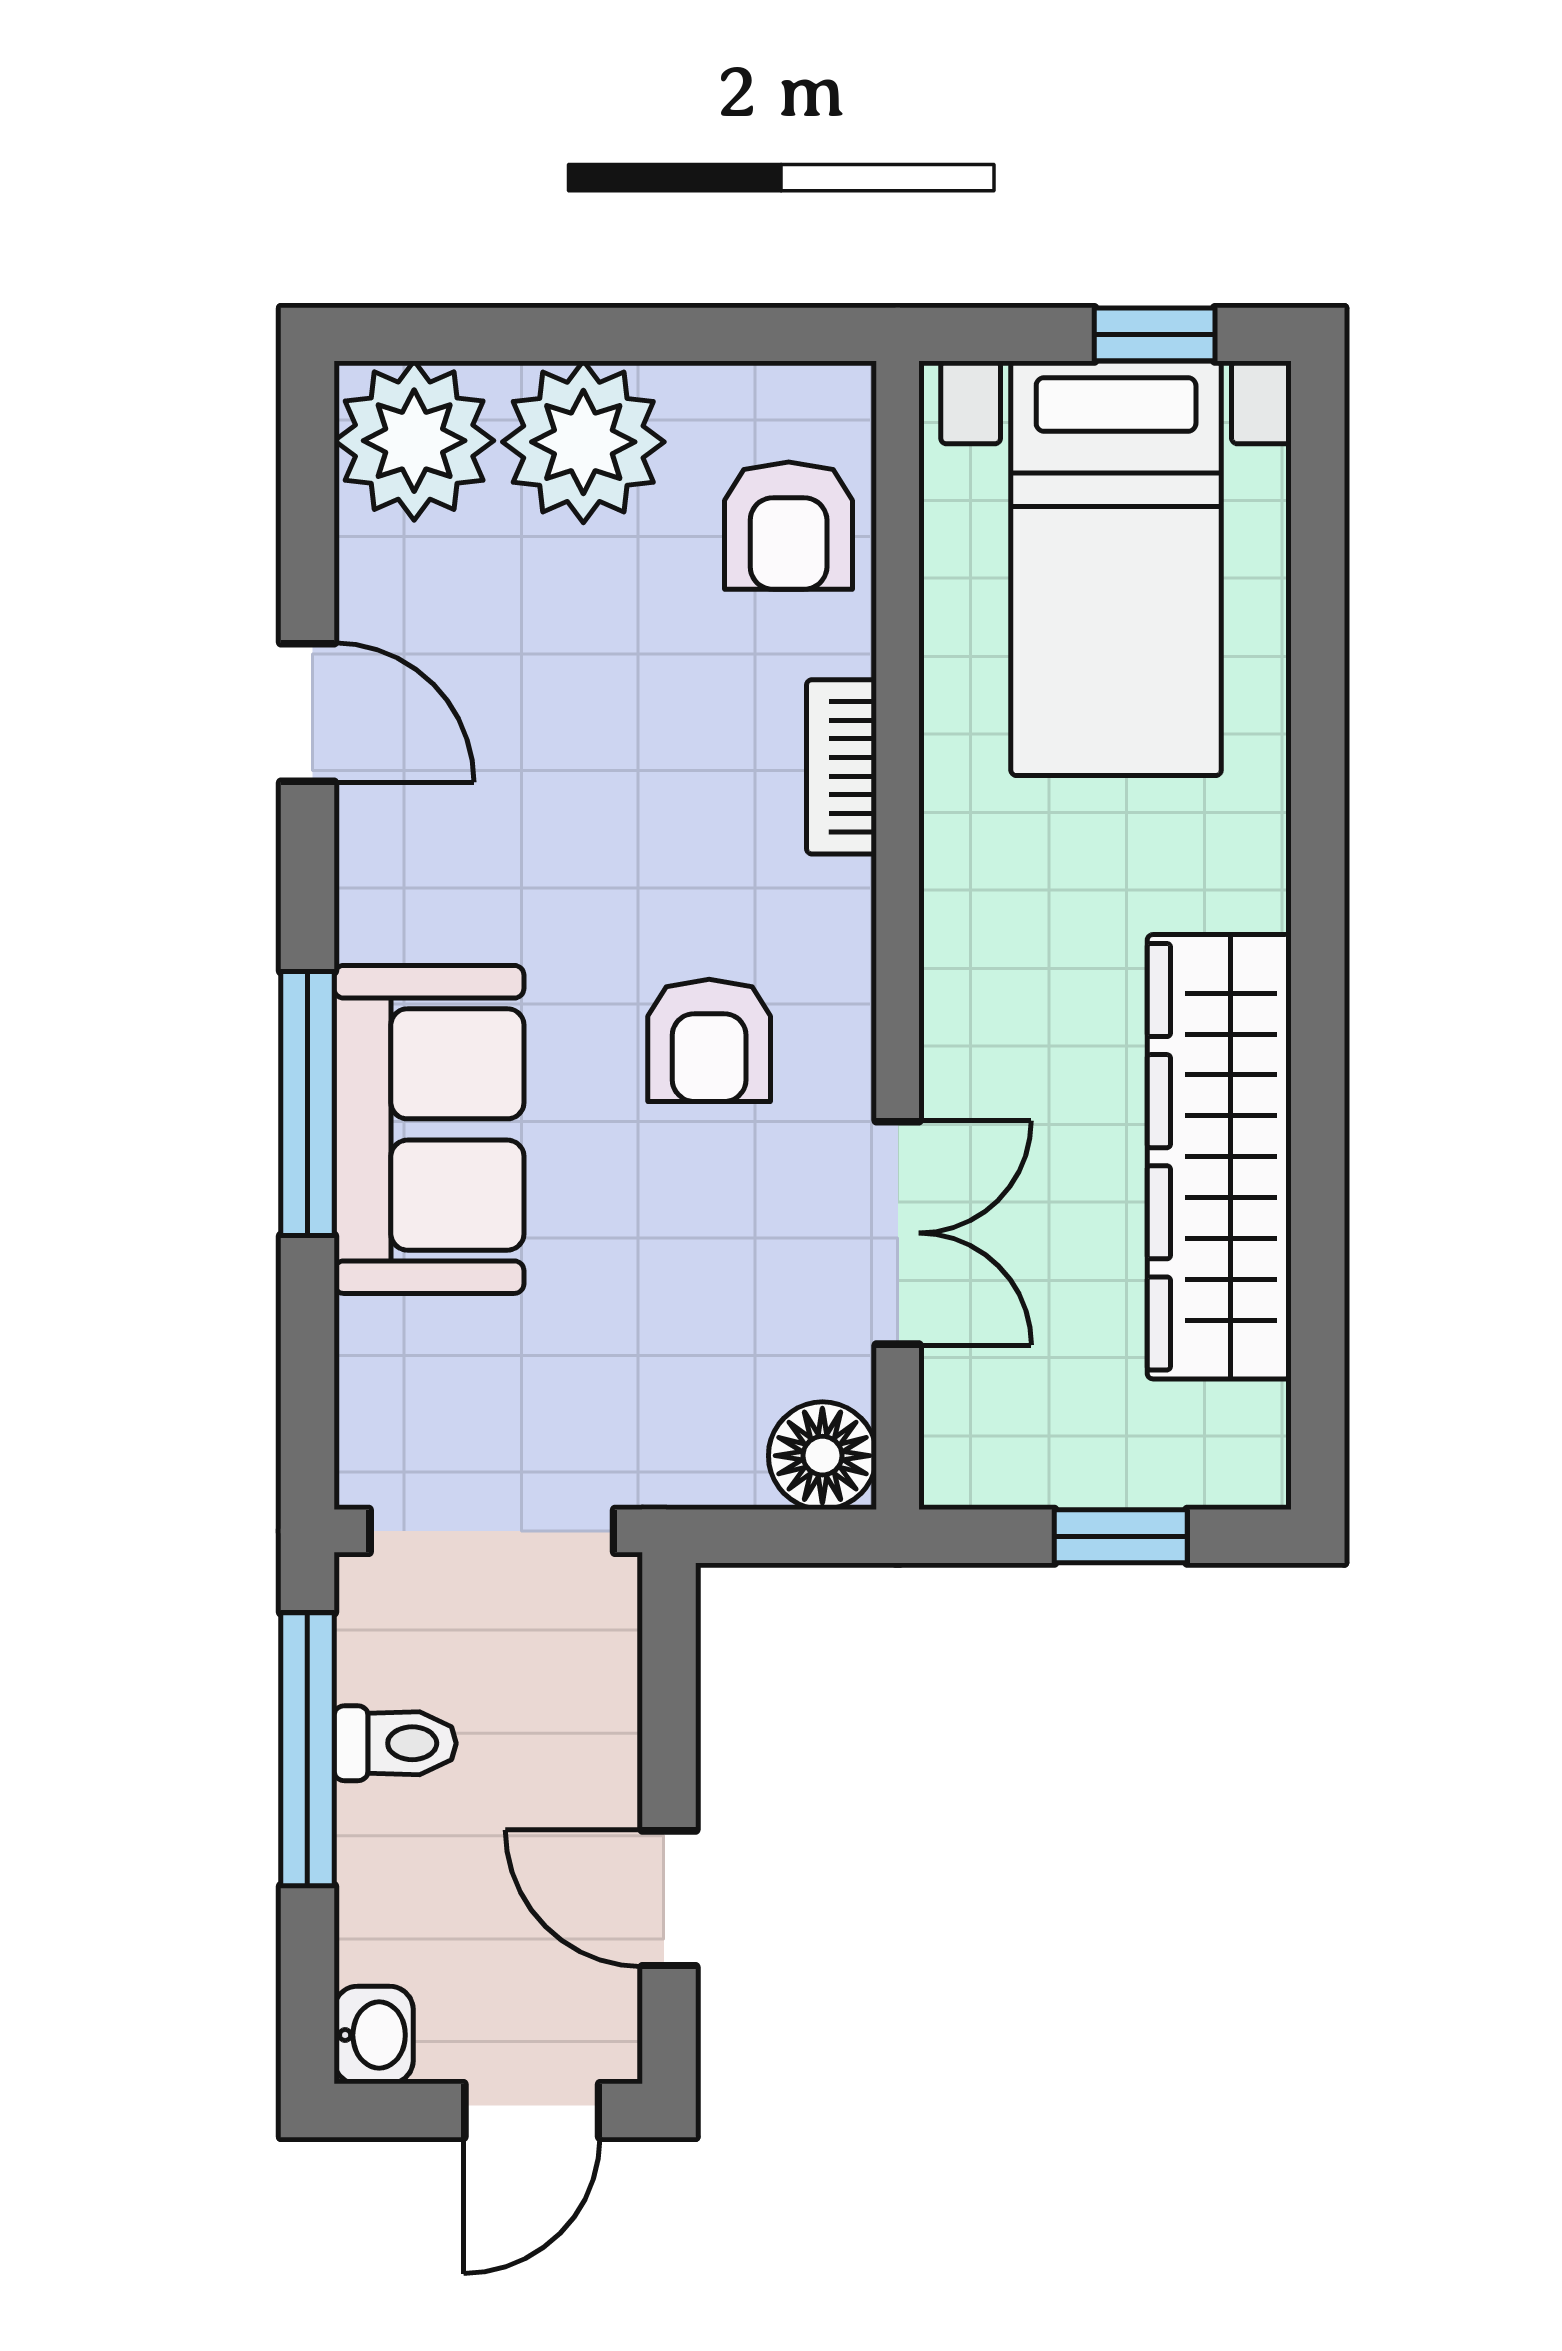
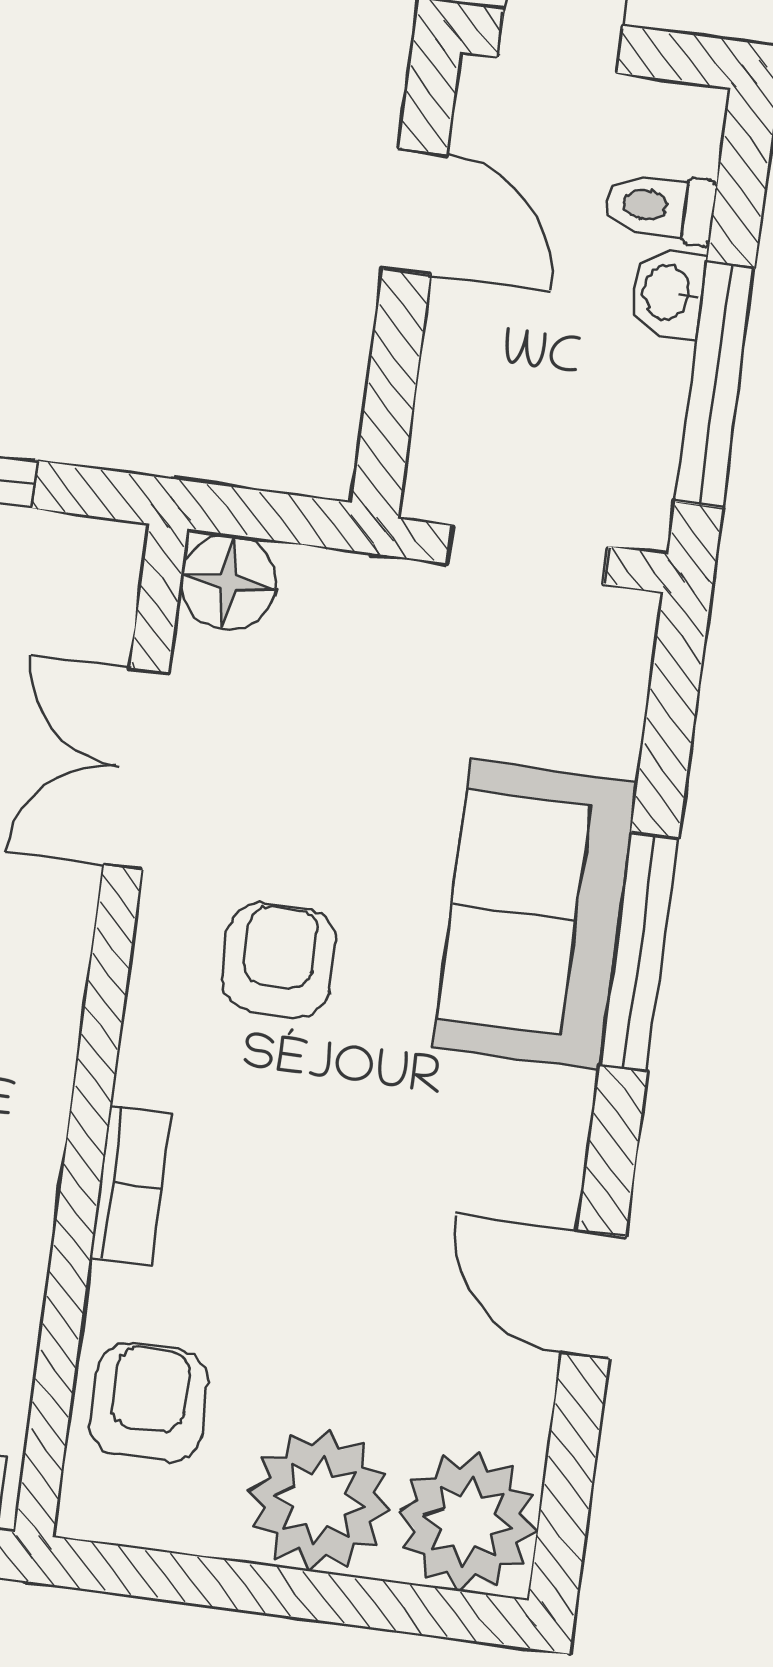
doorway: (492, 1531) -> (527, 555), width x0.73
toilet: (395, 1743) -> (660, 207), moved
washbasin: (374, 2035) -> (668, 293), moved

